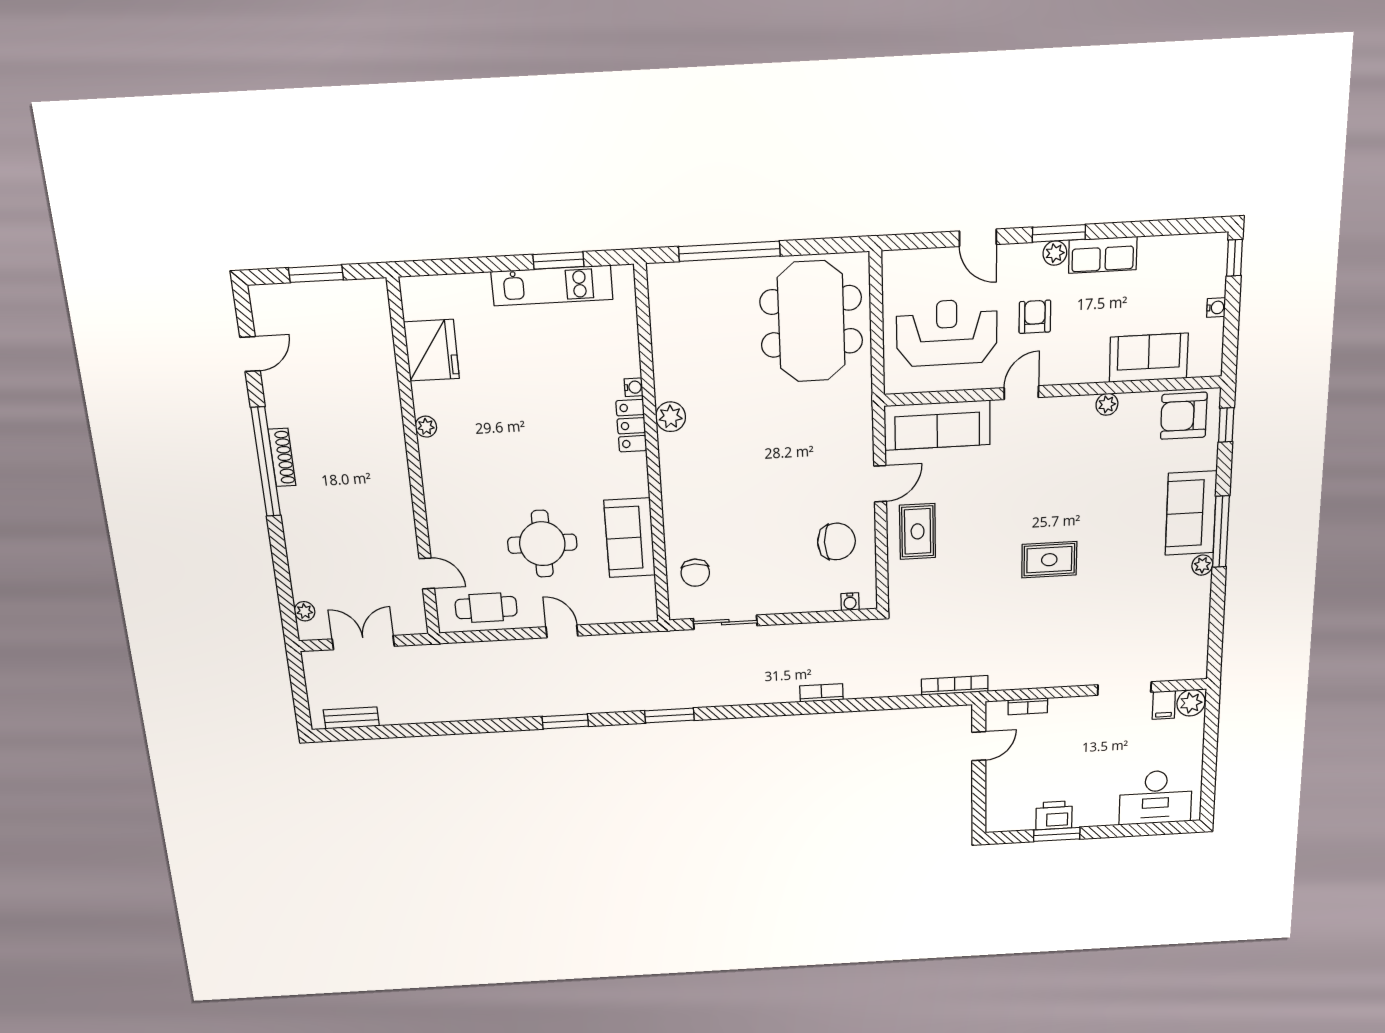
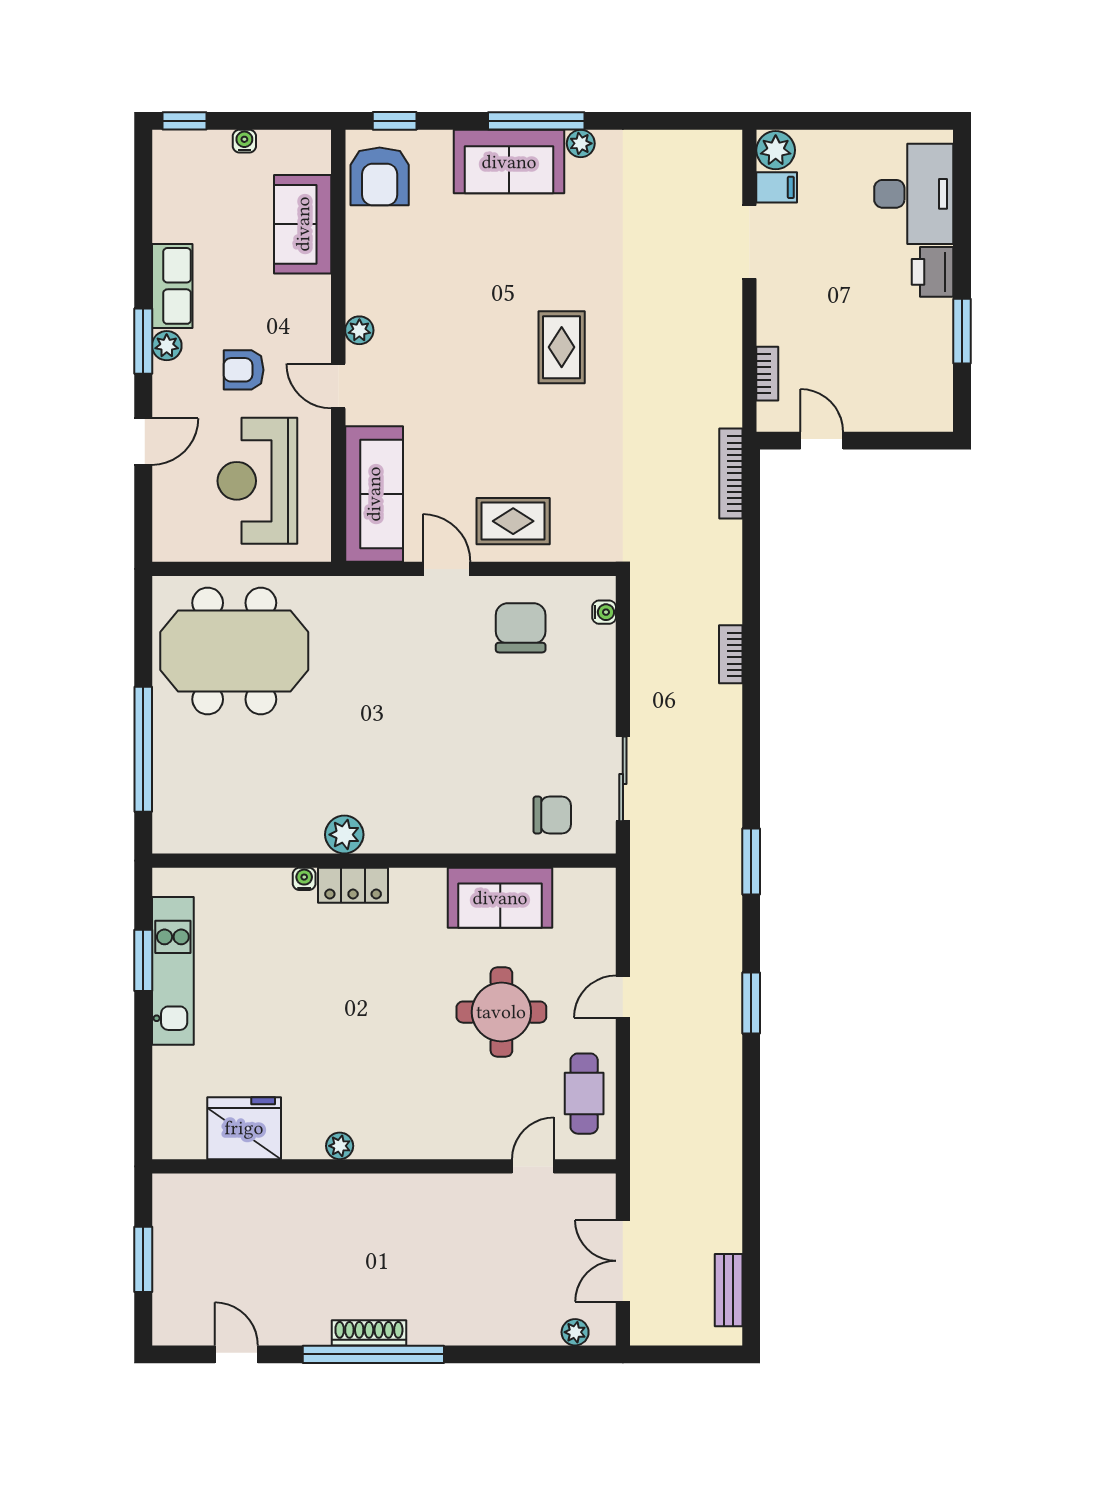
plant: (1107, 404) -> (359, 330), moved
printer: (1054, 815) -> (933, 272), moved

